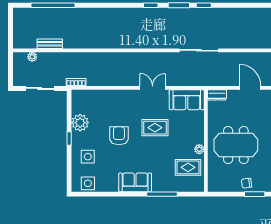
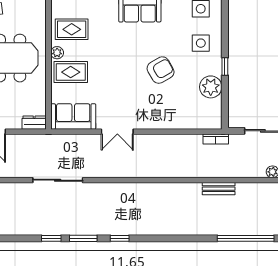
bench: (50, 44) -> (219, 189), moved
rug: (155, 128) -> (71, 72), moved
armchair: (119, 136) -> (161, 70), turned -120

